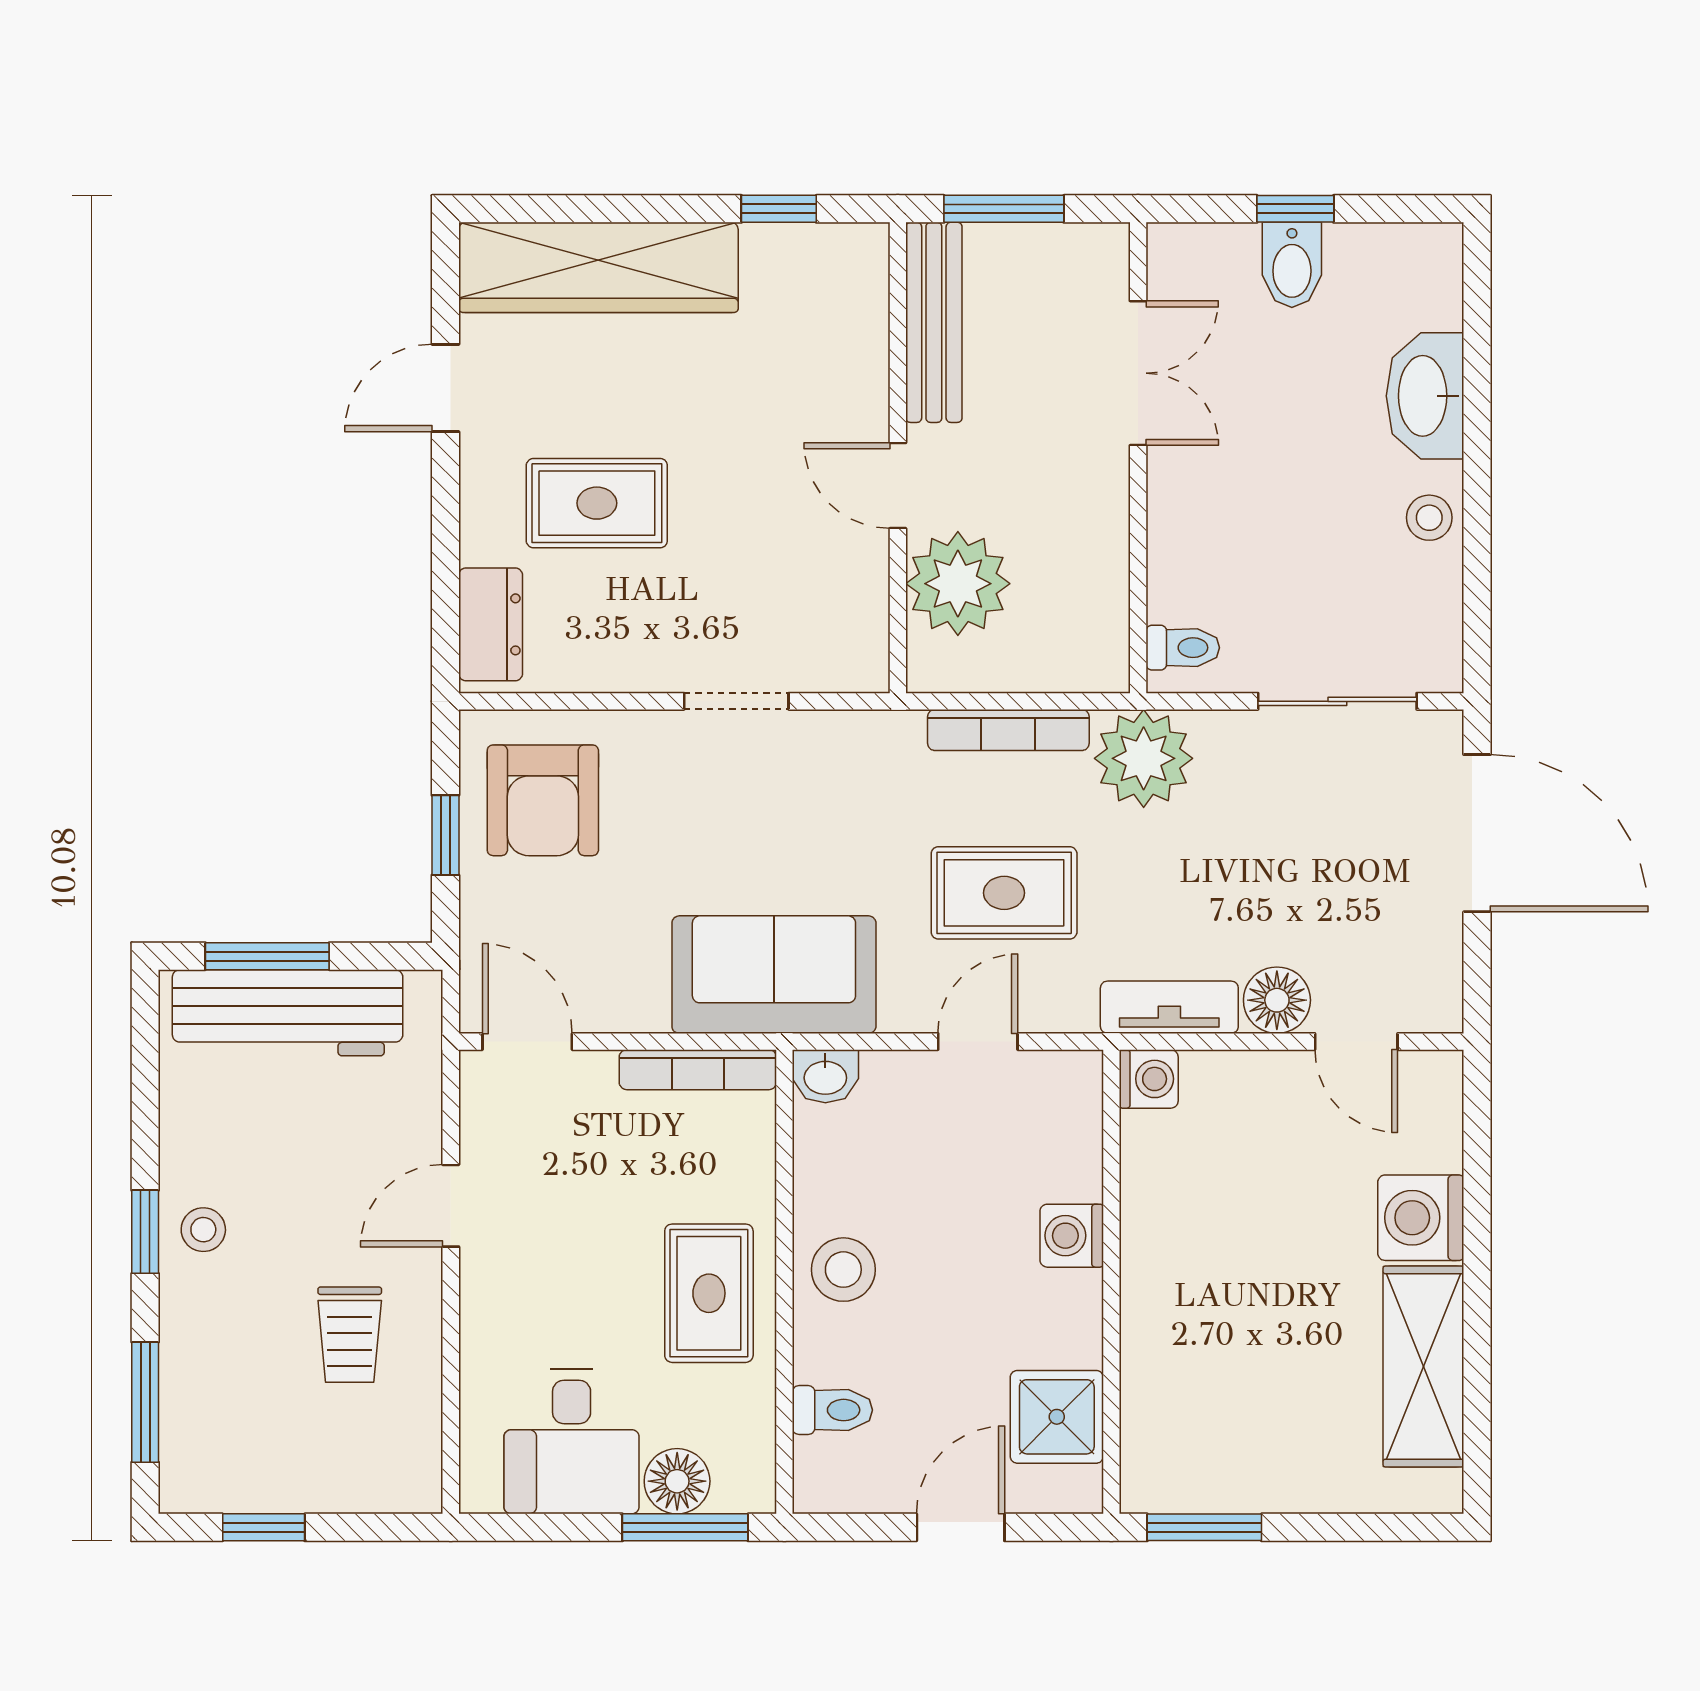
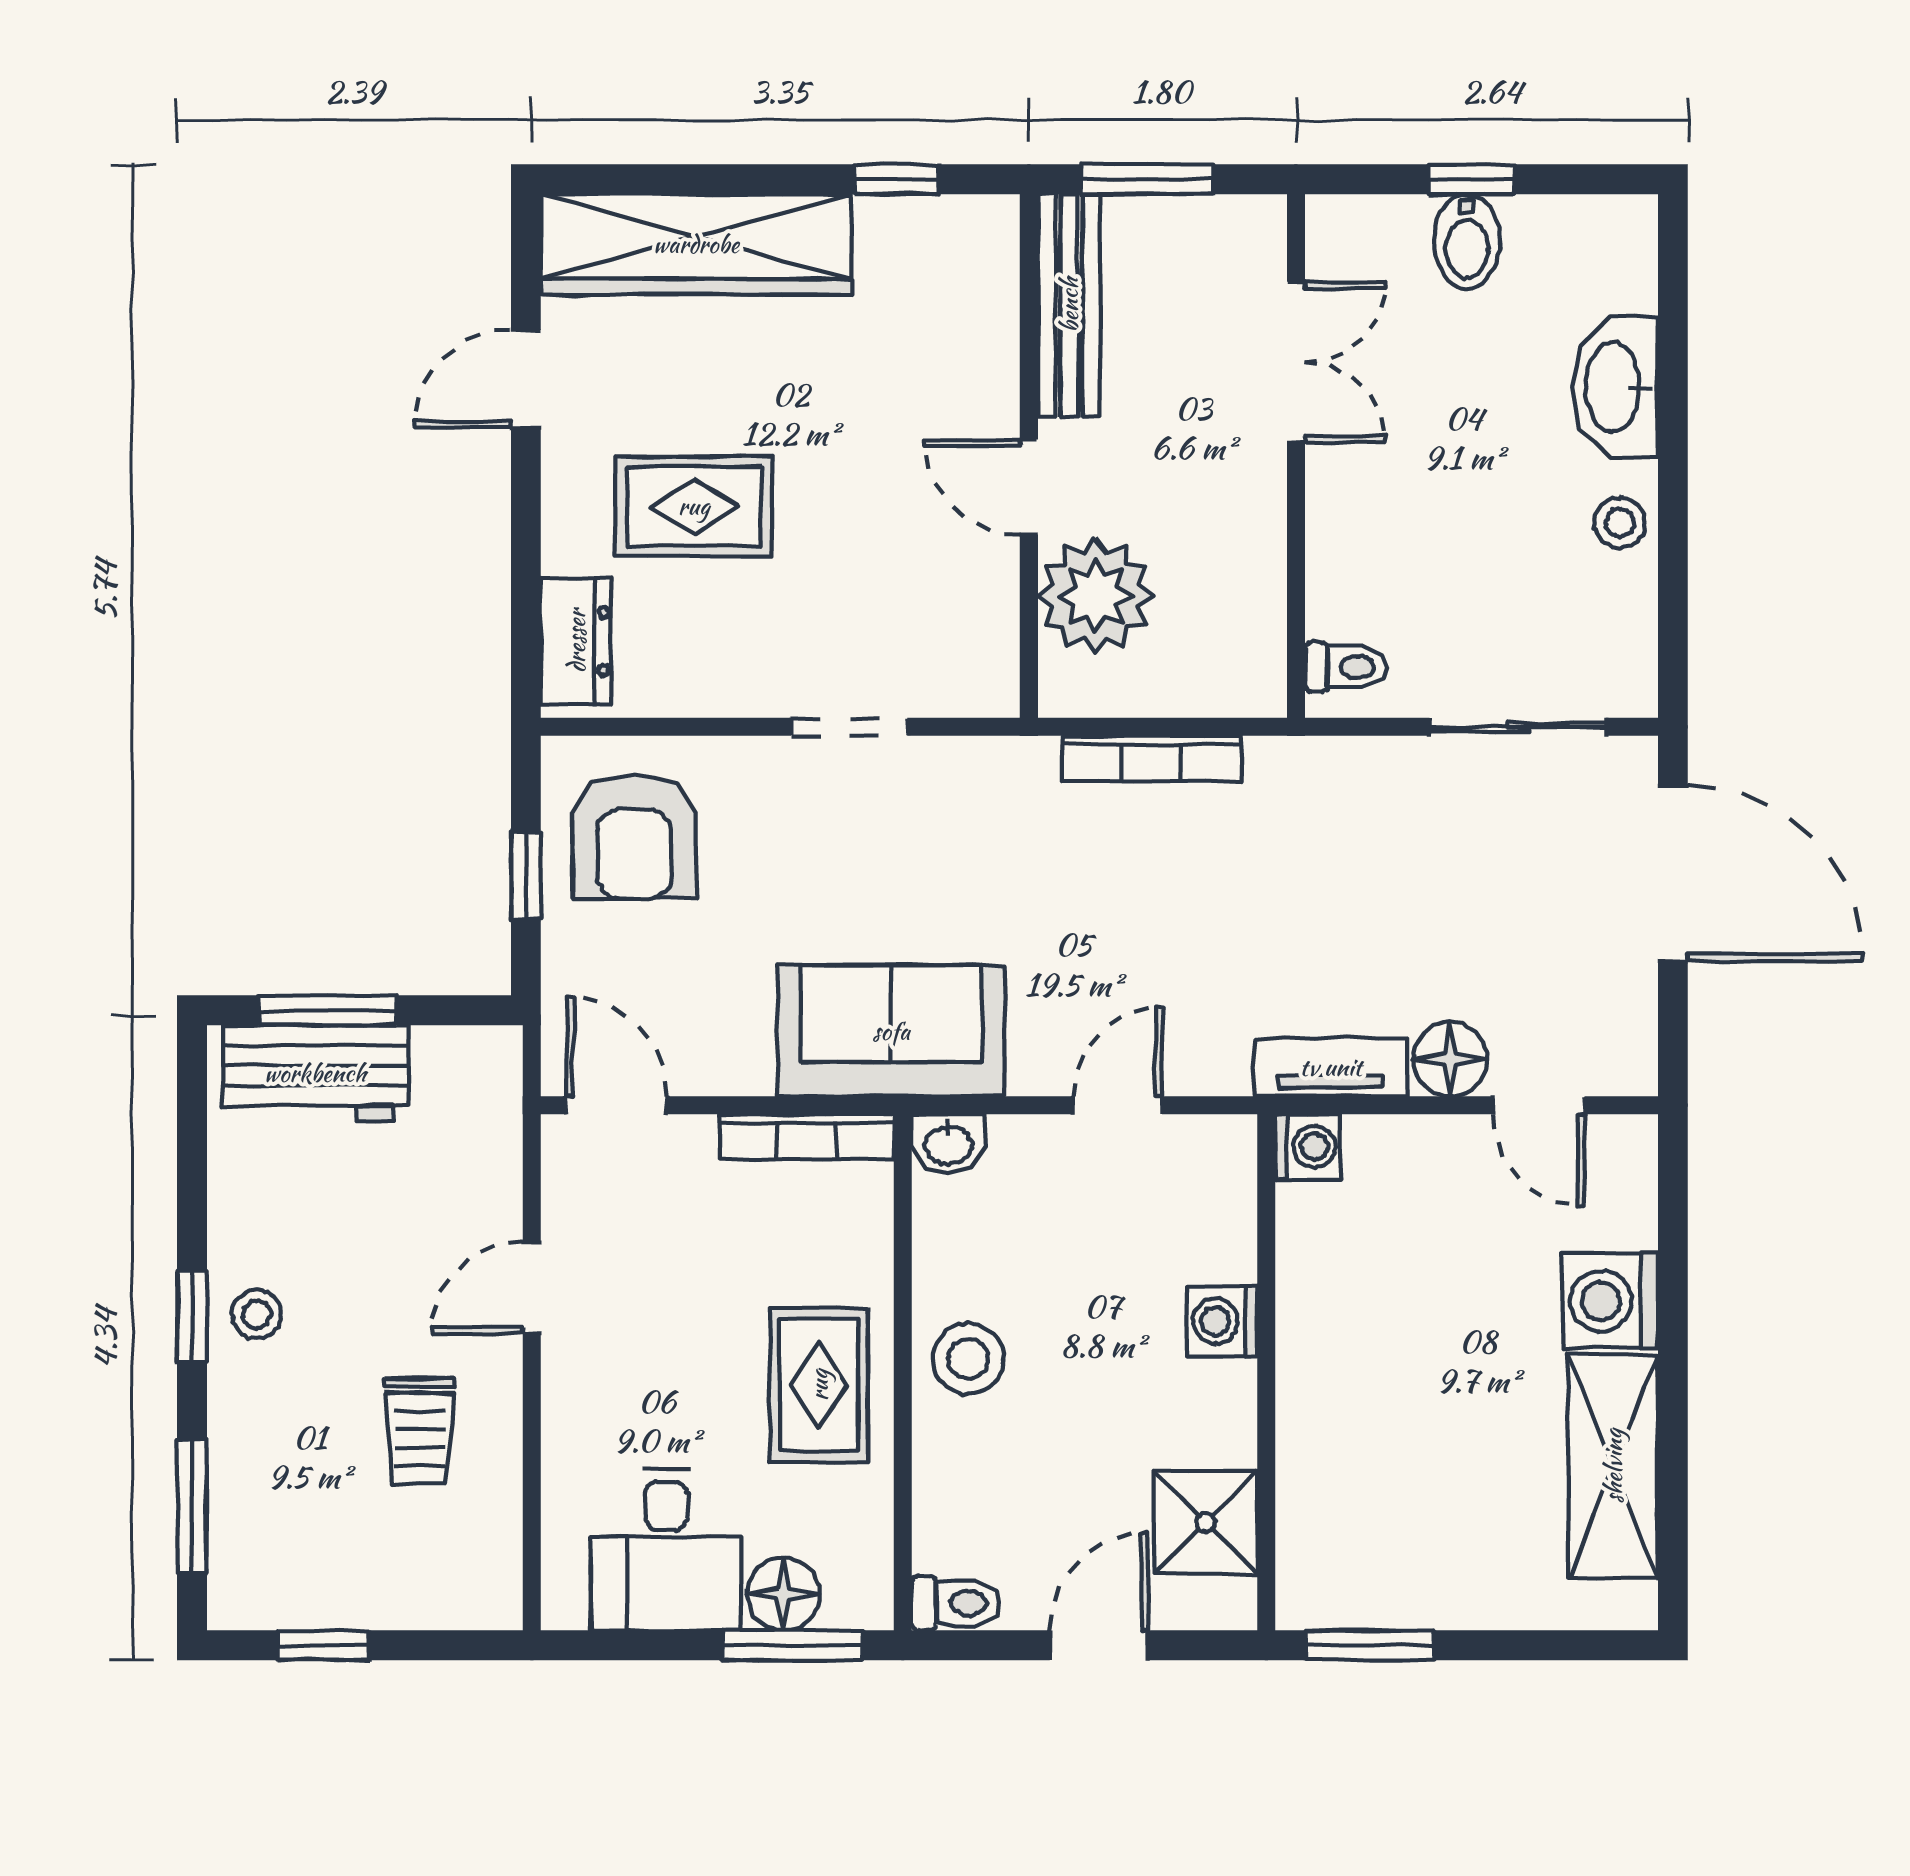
plant: (1144, 758) -> (1302, 790), removed
rug: (1004, 893) -> (1147, 940), removed
workbench: (288, 1013) -> (315, 1073), width x0.73
toilet: (832, 1410) -> (956, 1603), moved

